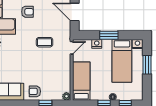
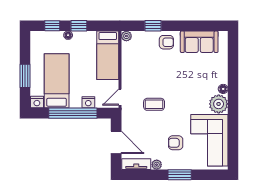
window: (109, 35) -> (73, 113), width x2.11

